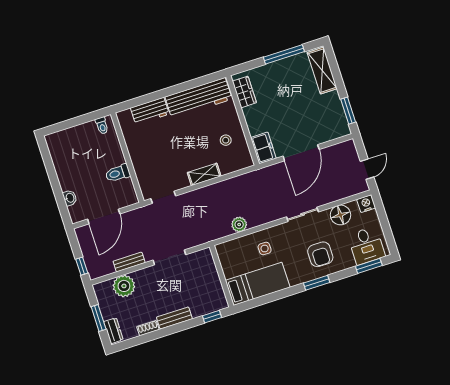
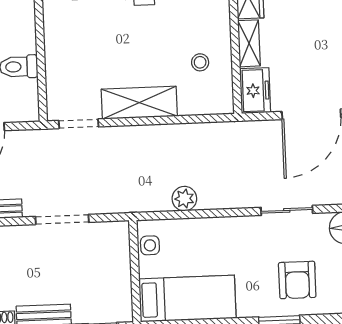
shelving: (252, 121) -> (249, 43), added
shelving: (204, 174) -> (139, 103), width x1.50, depth x1.33
side table: (265, 248) -> (150, 245), moved

